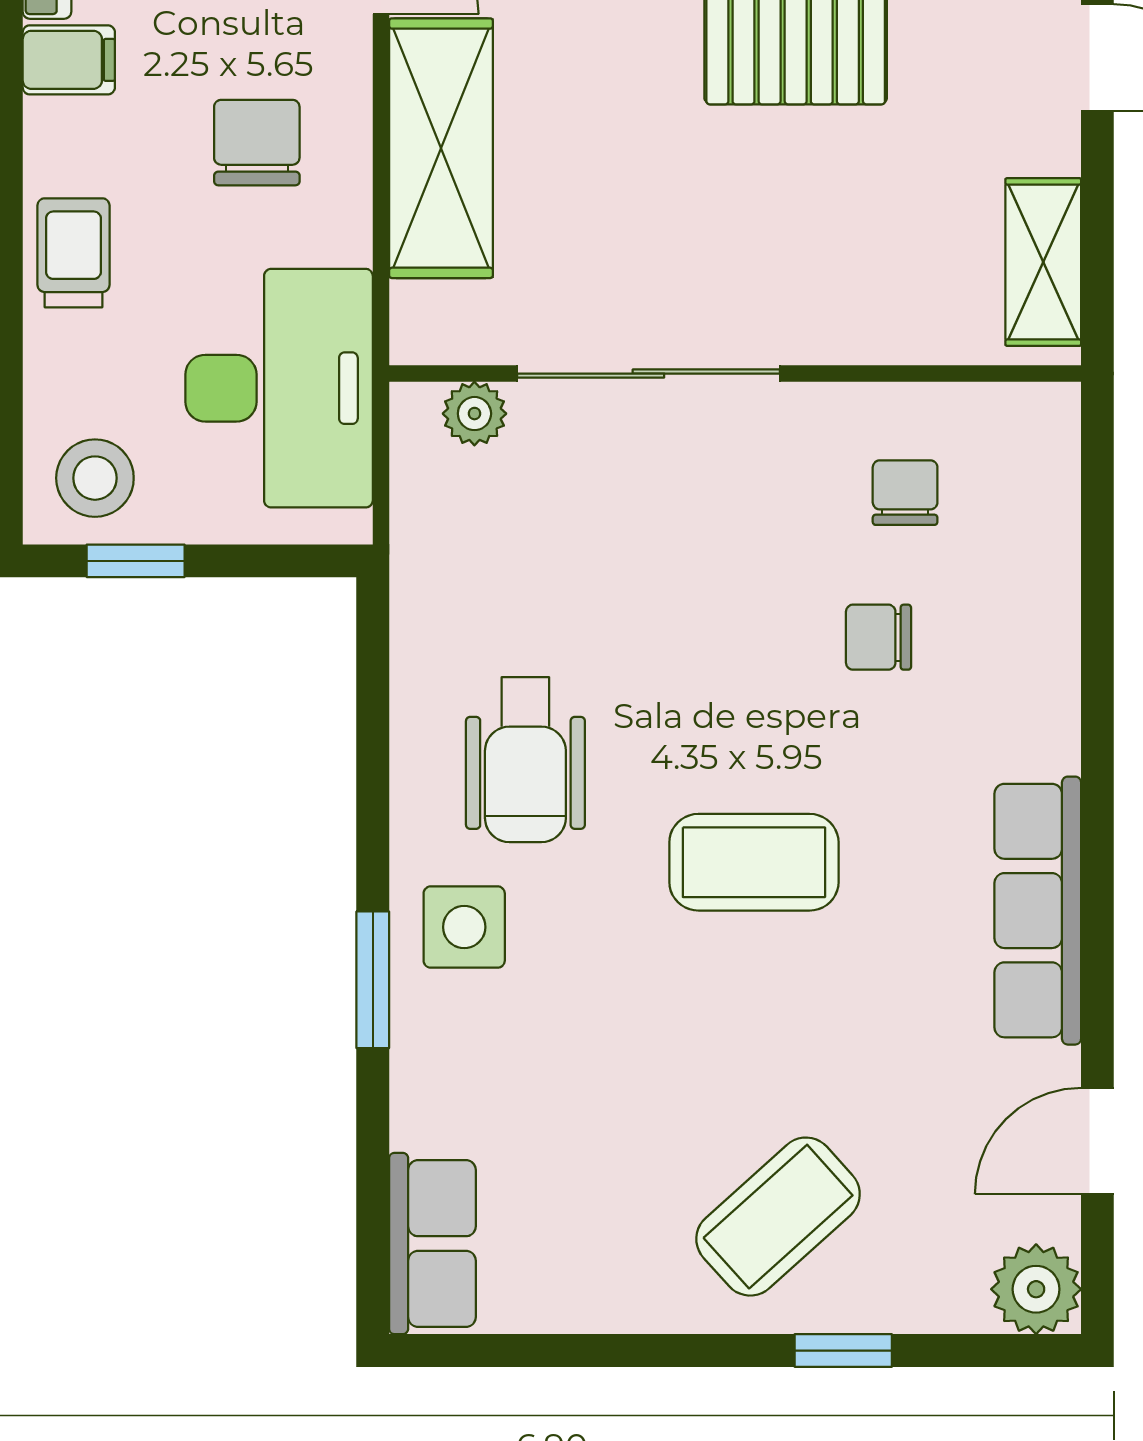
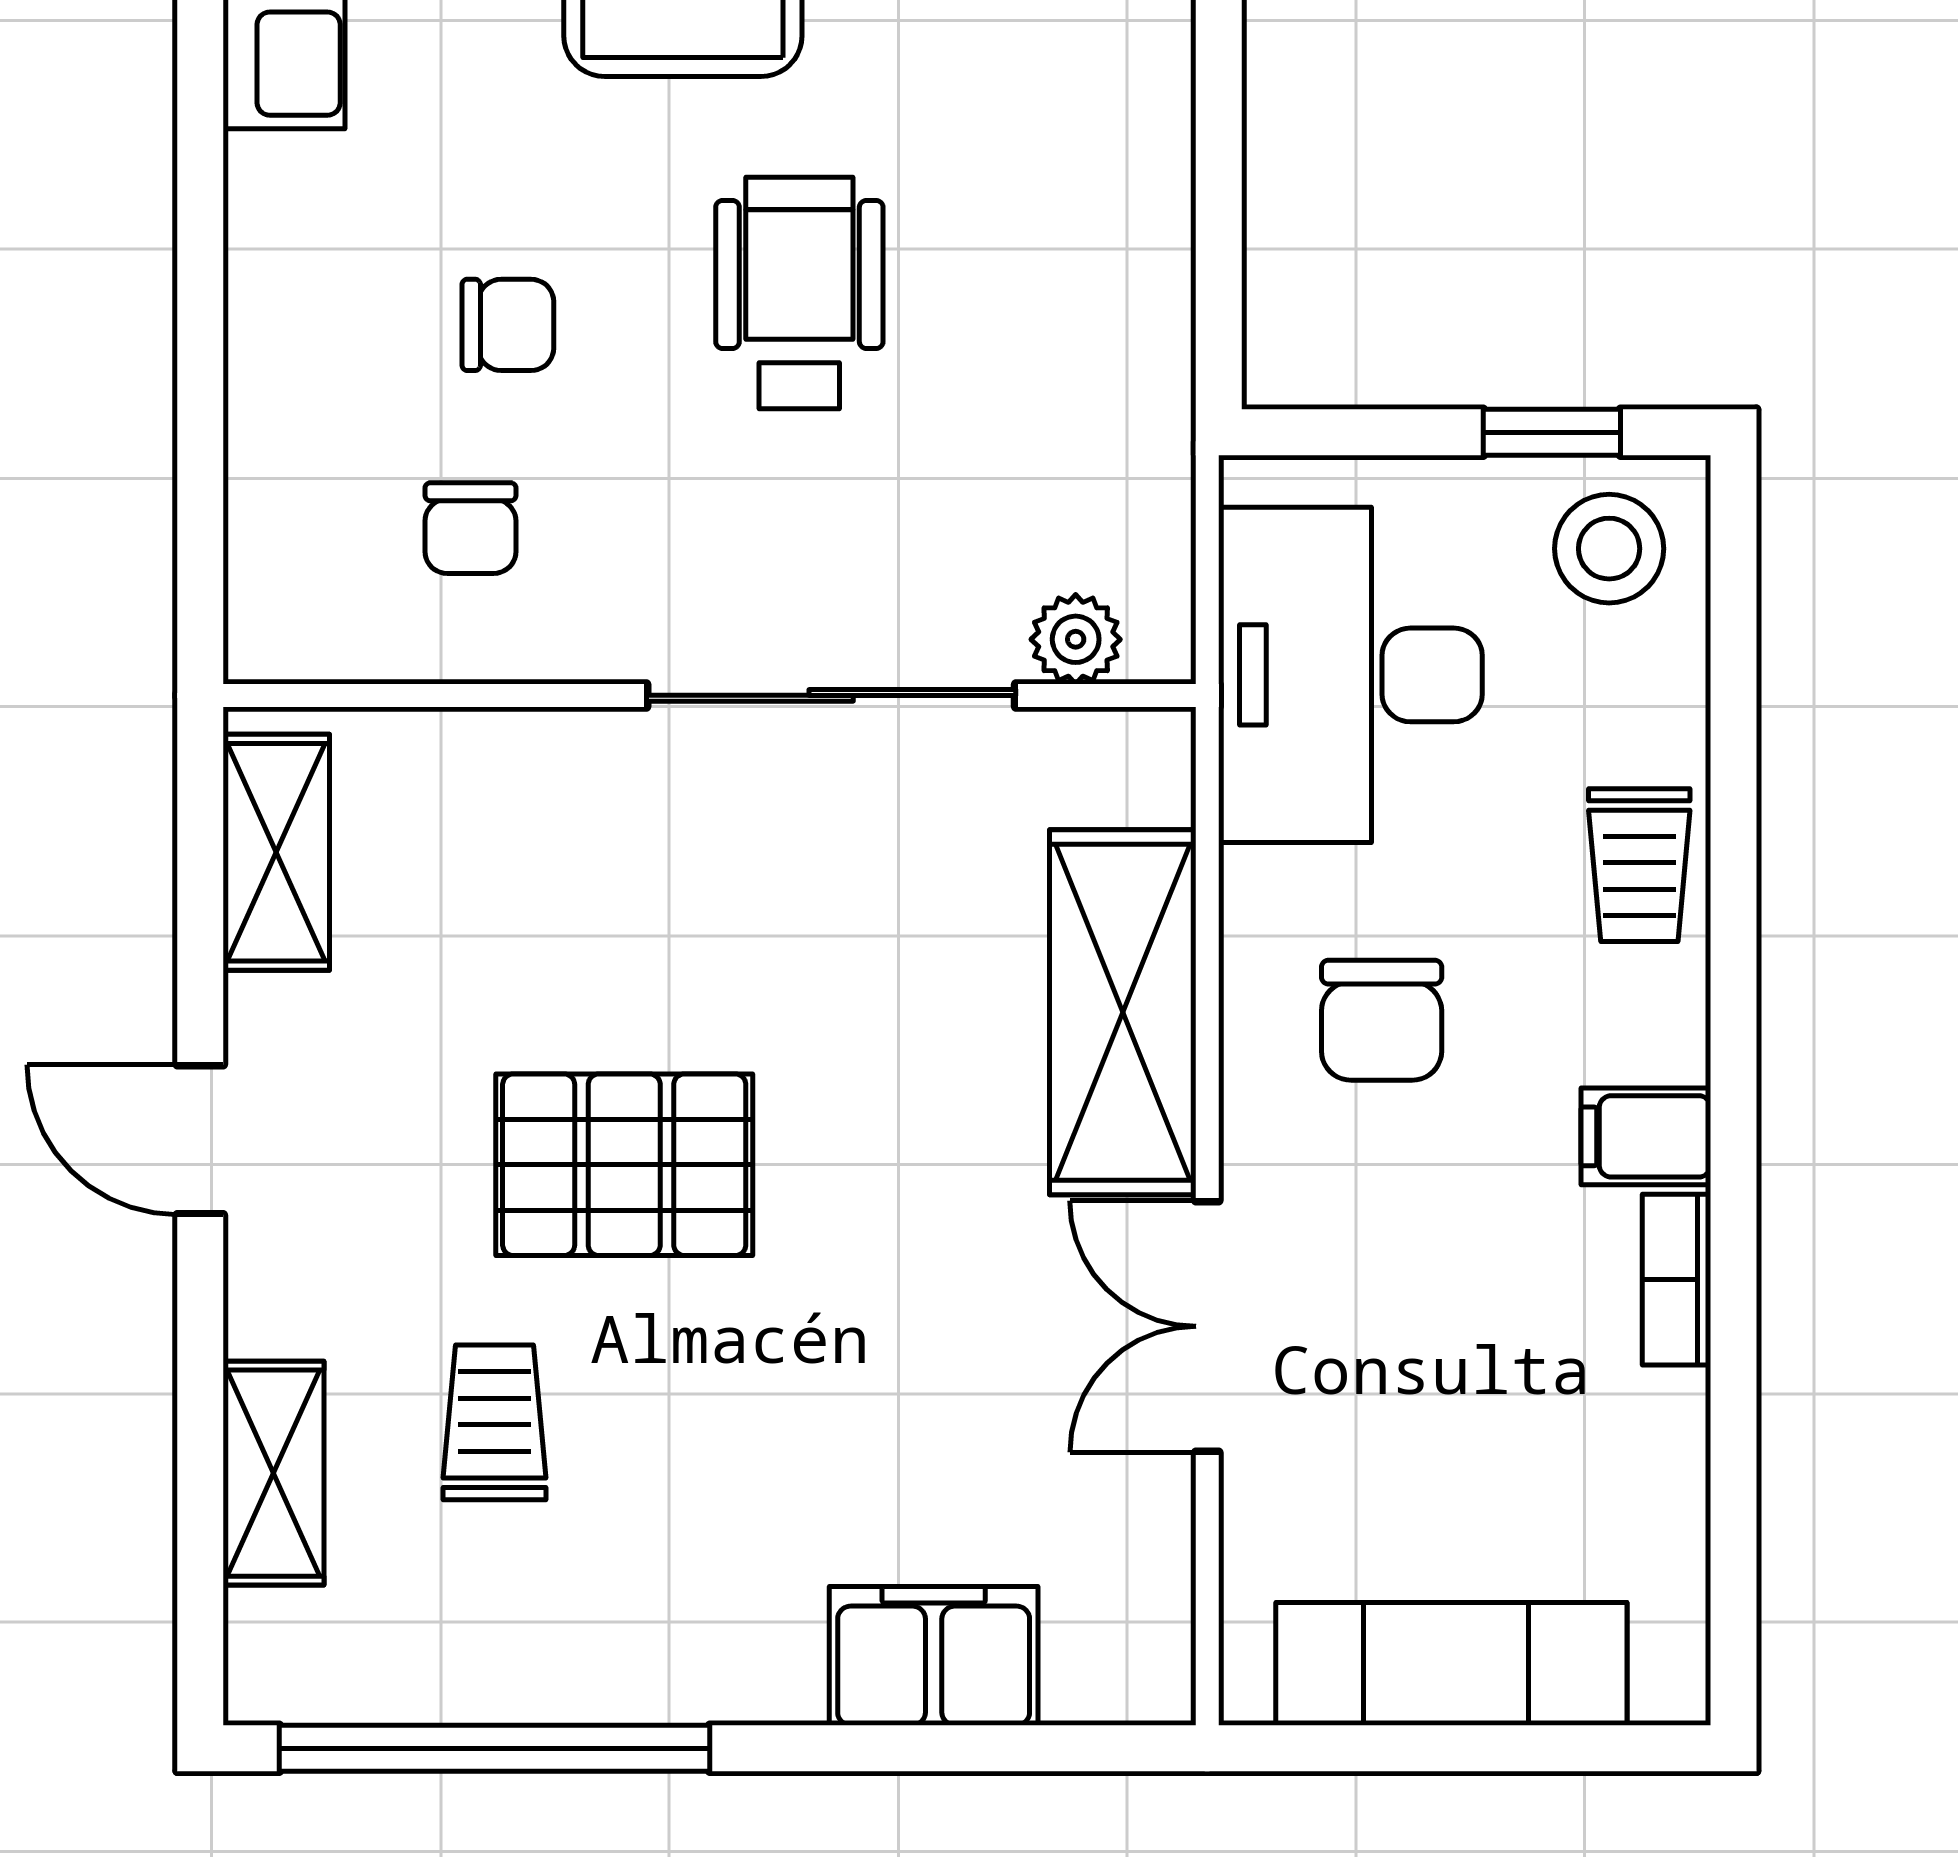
wheelchair: (525, 760) -> (799, 293), moved

